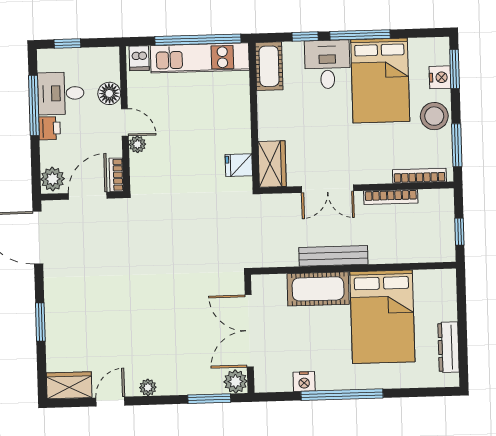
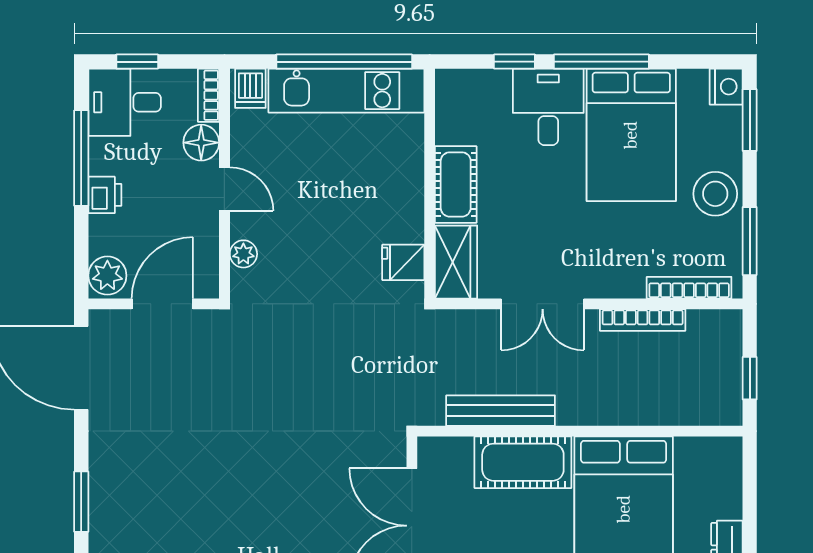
cot: (269, 66) -> (456, 184), moved
nightstand: (440, 77) -> (726, 87), moved
desk: (61, 93) -> (125, 102), moved
plant: (137, 144) -> (243, 254), moved
bookcase: (116, 175) -> (209, 95), moved
bench: (333, 256) -> (501, 411), moved

